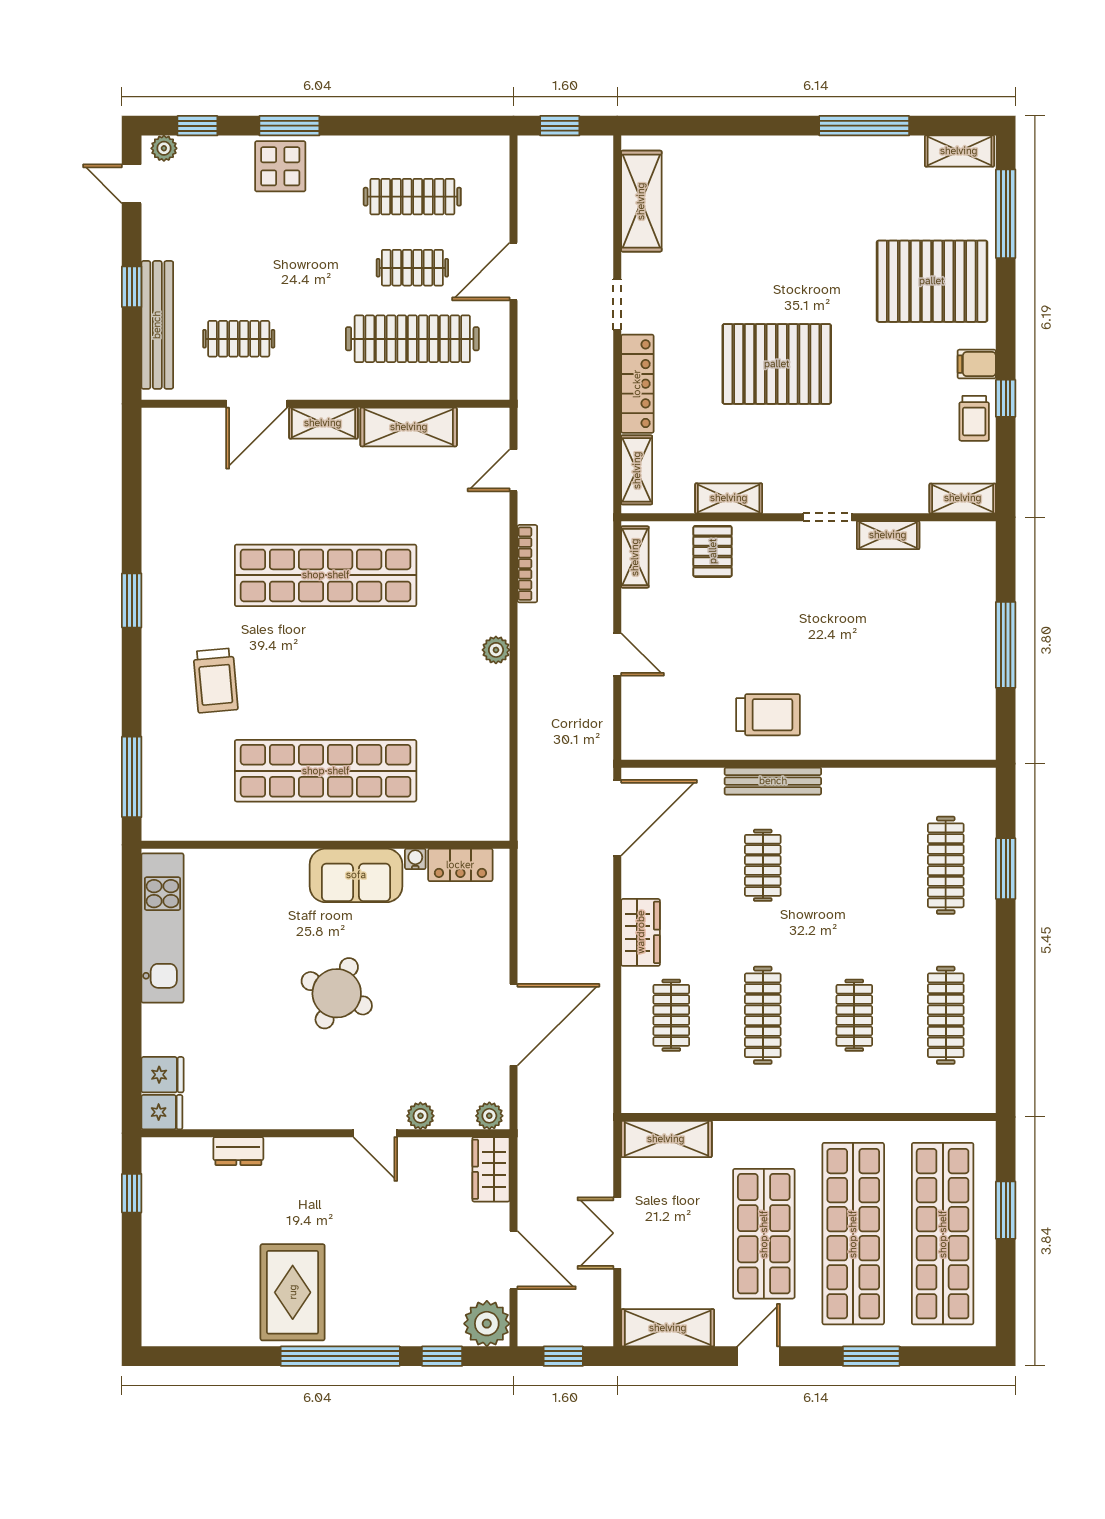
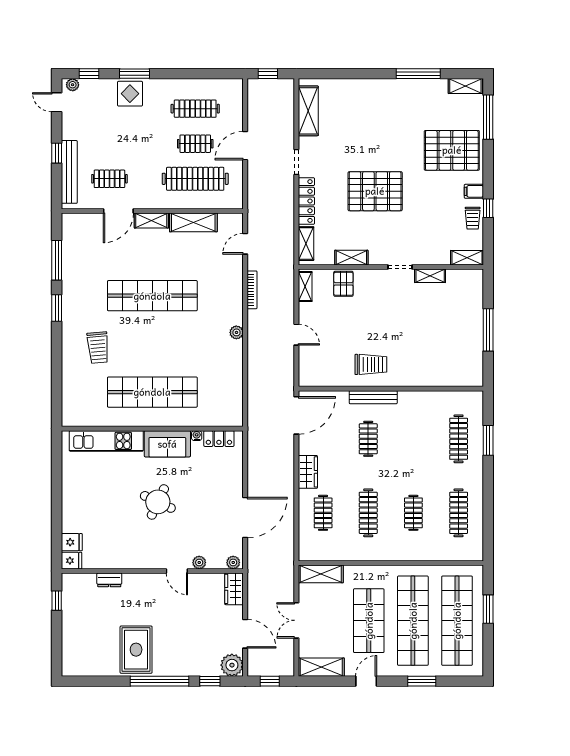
window: (132, 777) -> (57, 260), moved
kitchen unit: (162, 928) -> (106, 441), moved, turned 90

